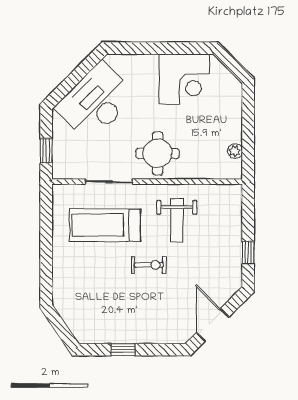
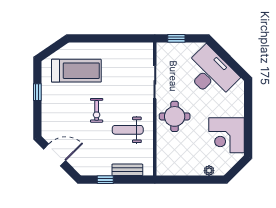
plant: (235, 151) -> (209, 171), moved
bench: (234, 221) -> (127, 170), added
treadmill: (105, 225) -> (76, 71), moved, turned 90

